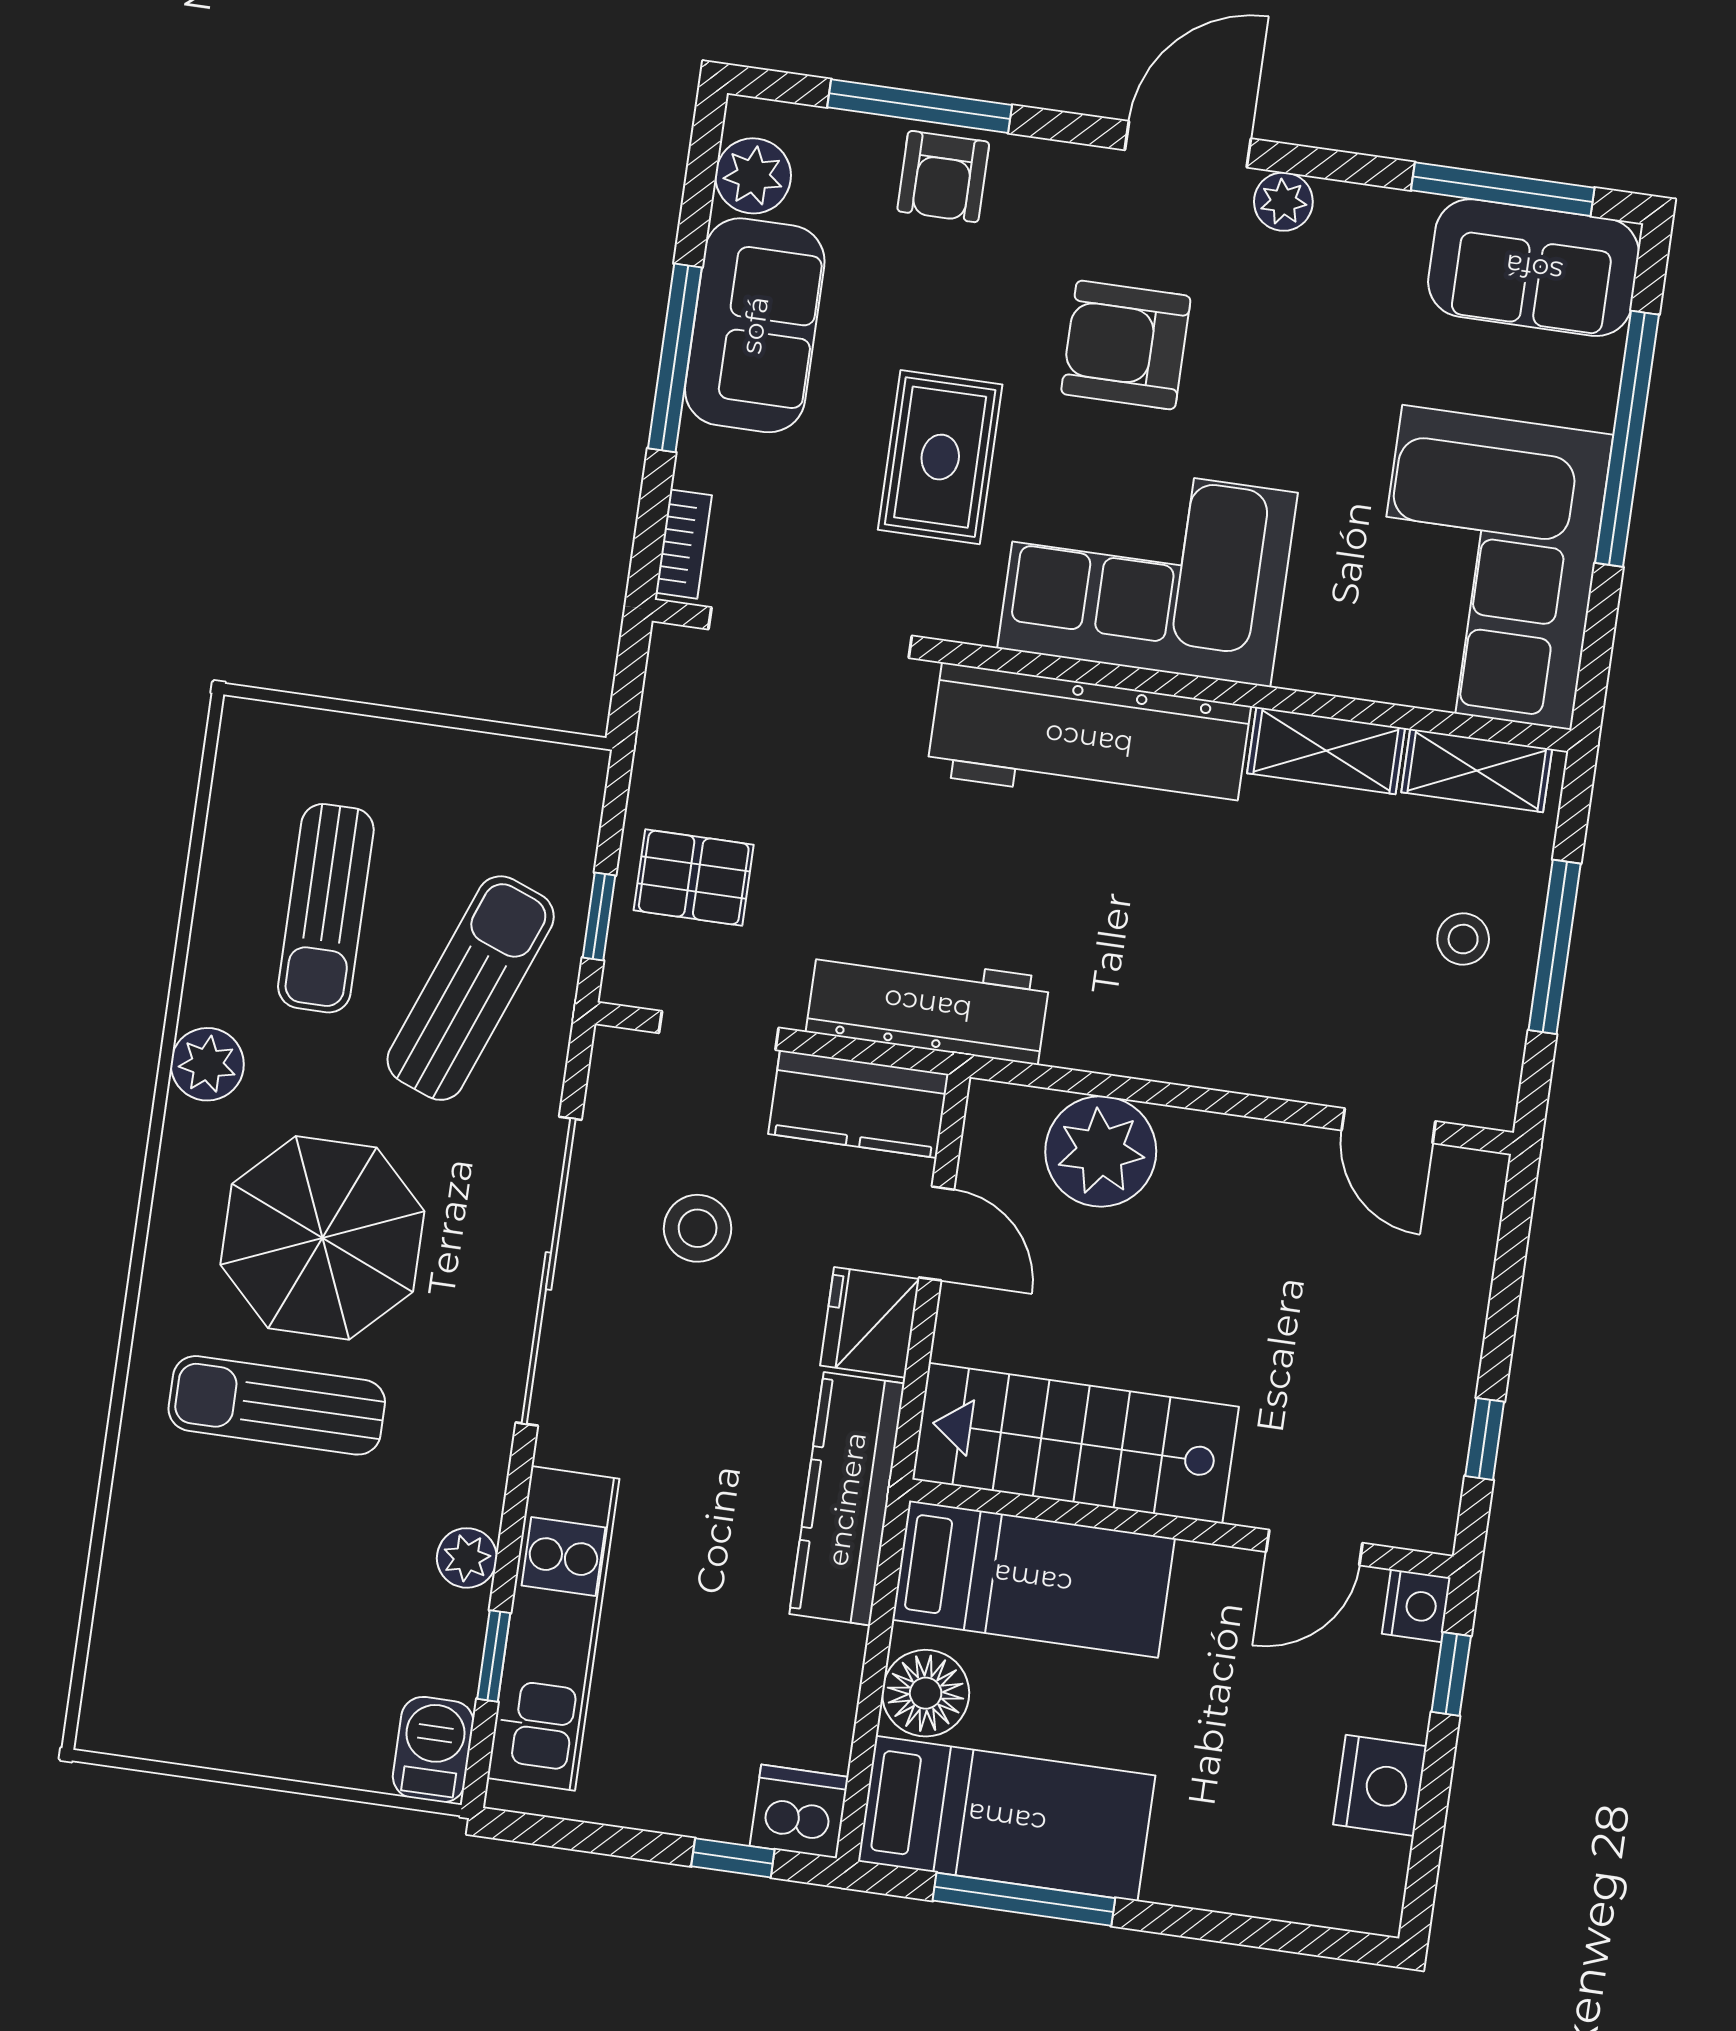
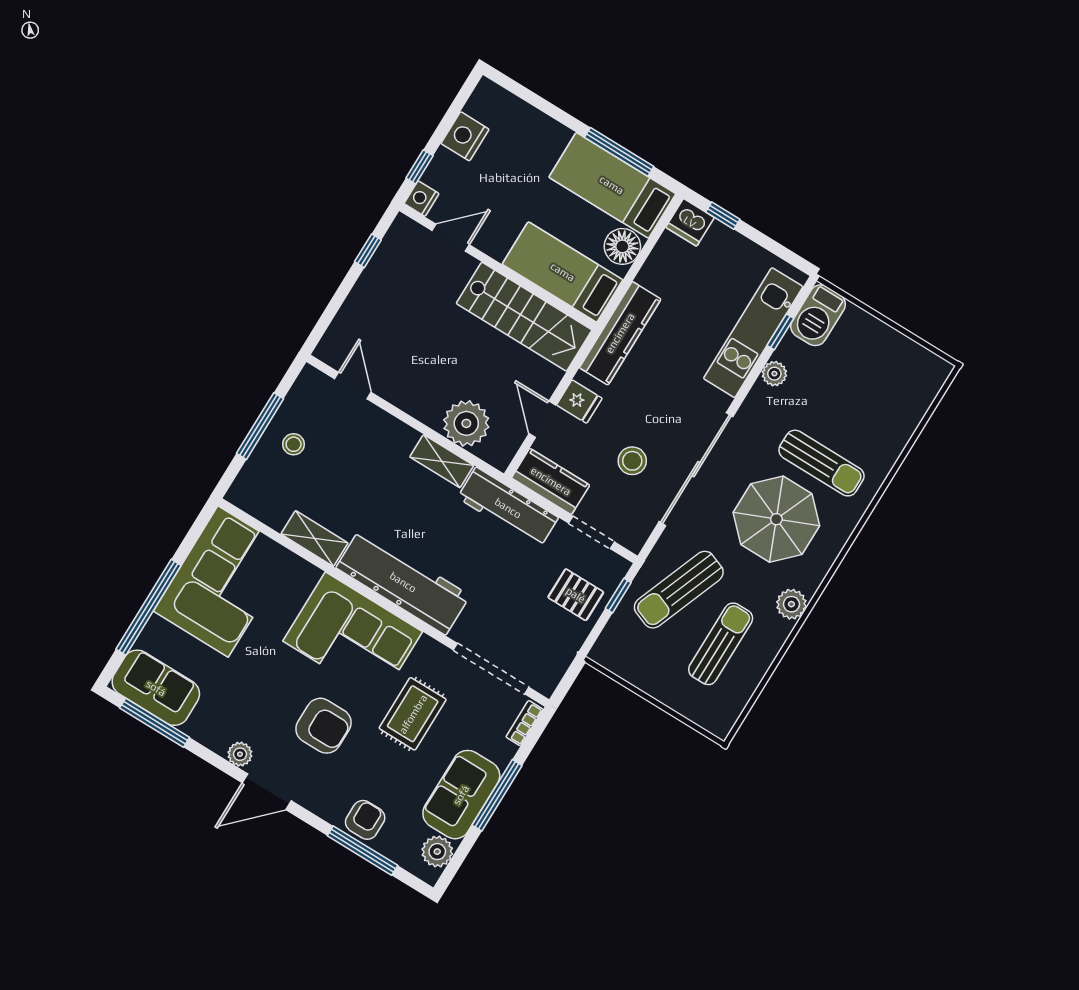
shelving: (1477, 771) -> (442, 461), moved
fridge: (870, 1322) -> (579, 402), width x0.72
barbecue: (433, 1750) -> (818, 315), width x1.38, depth x1.27

